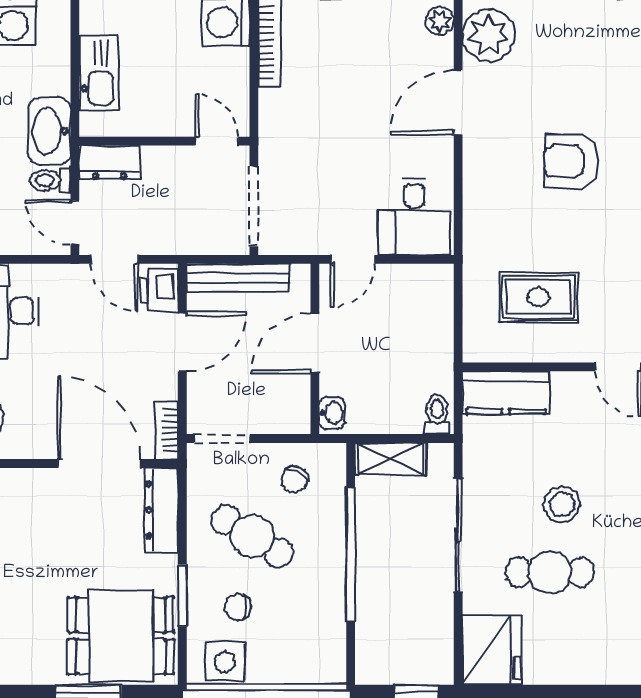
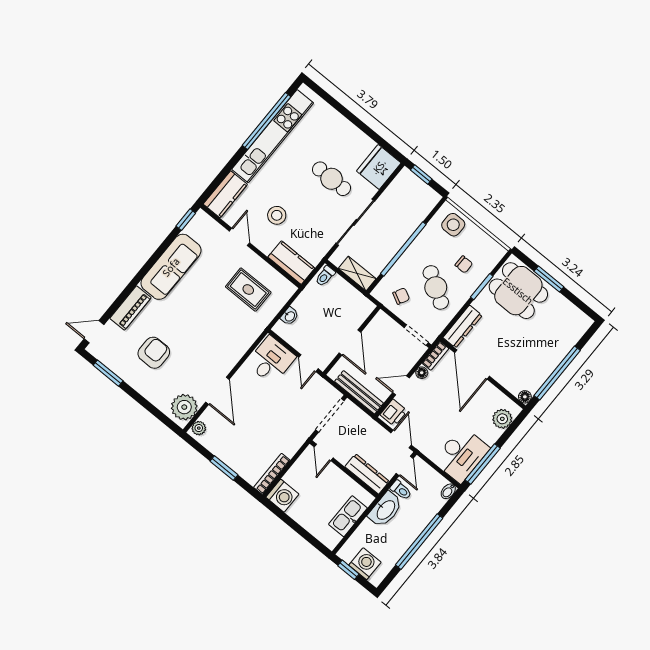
door: (458, 102) -> (217, 391), hinge flipped
armchair: (571, 161) -> (154, 353), moved, turned -90
dresser: (109, 163) -> (367, 474), width x1.44
door: (353, 259) -> (308, 363), swing flipped
door: (182, 342) -> (401, 385), width x0.73
door: (315, 343) -> (350, 342), hinge flipped
floor lamp: (166, 387) -> (422, 373), added
washbasin: (332, 413) -> (290, 316), moved, turned 180
stool: (562, 504) -> (277, 215), moved
side table: (225, 662) -> (453, 225), moved

